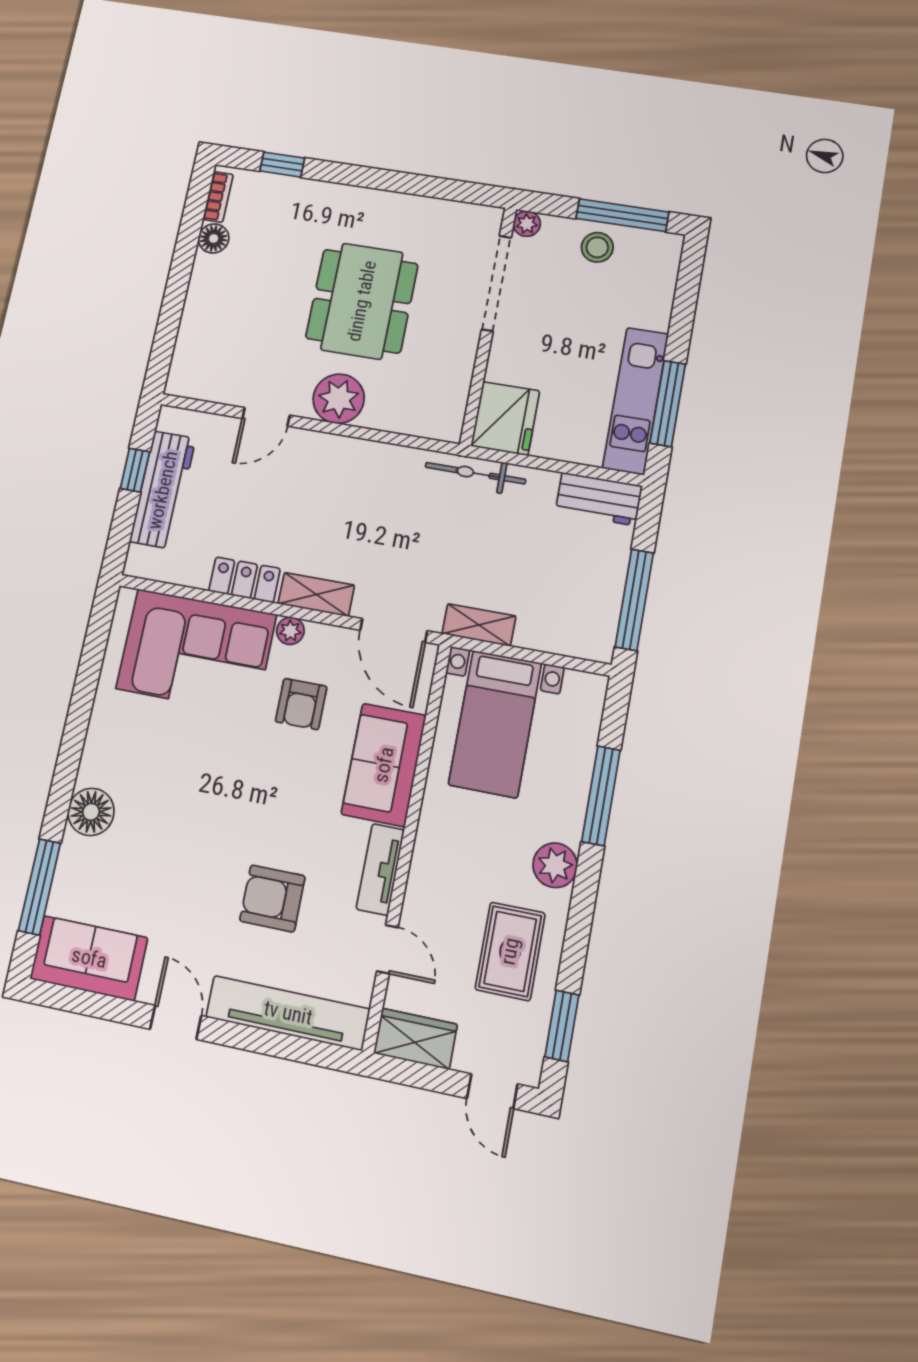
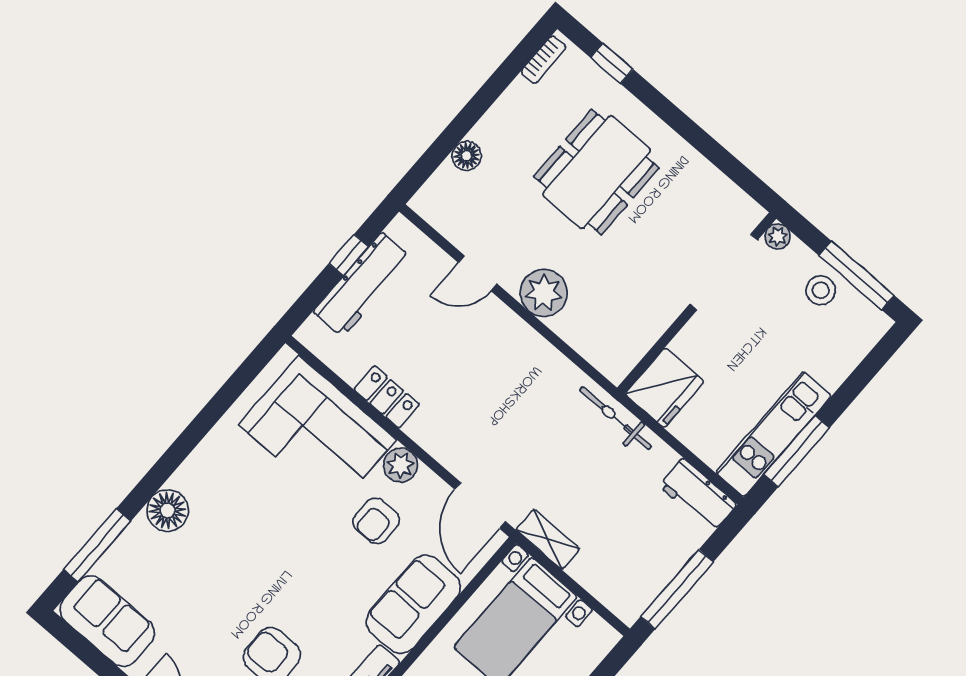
floor lamp: (214, 238) -> (467, 156), moved
dining table: (362, 301) -> (597, 172), moved
shelving: (316, 594) -> (436, 442), removed
plant: (290, 631) -> (400, 465), width x1.38, depth x1.38

